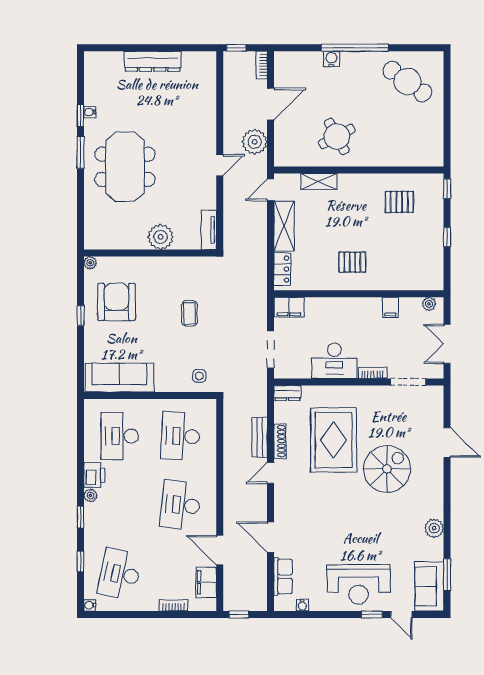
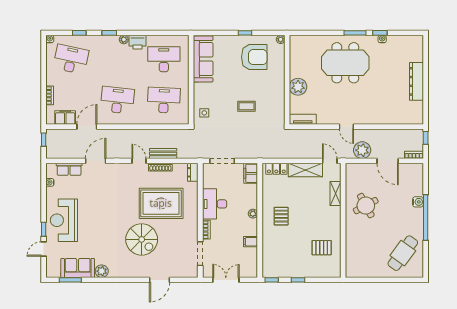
window: (447, 189) -> (272, 280), moved
pallet: (399, 202) -> (322, 248), turned 90
plant: (429, 304) -> (253, 214), moved
sofa: (429, 586) -> (78, 268), moved

